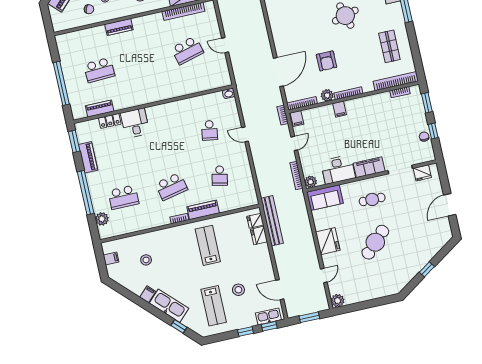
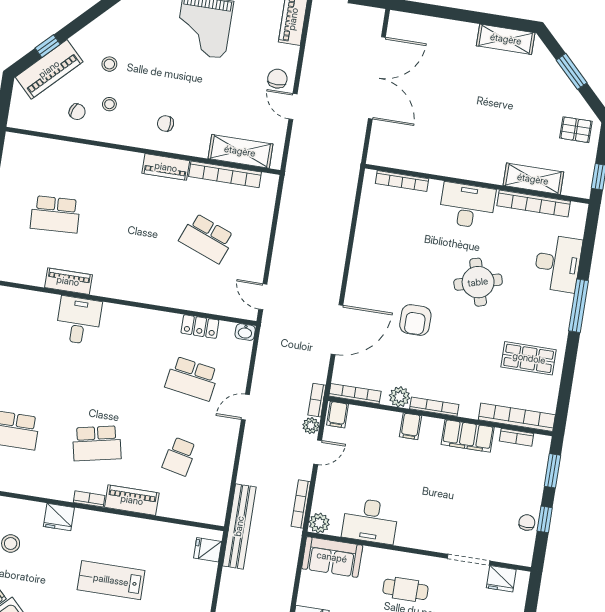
piano: (119, 27) -> (166, 167), moved
door: (225, 45) -> (263, 297), moved
shop shelf: (389, 46) -> (529, 358), turned 90
school desk: (187, 50) -> (207, 238), turned 36
armchair: (326, 61) -> (415, 320), moved
piano: (100, 109) -> (68, 281), moved
locker: (110, 121) -> (200, 327), moved
school desk: (210, 130) -> (192, 379), width x1.85
plant: (285, 130) -> (311, 426), added
door: (245, 134) -> (245, 407), hinge flipped
filing cabinet: (369, 167) -> (468, 436), moved, turned 180
bench: (272, 221) -> (239, 526), moved
fridge: (259, 235) -> (59, 517), moved, turned -90
lab bench: (208, 245) -> (111, 580), moved, turned -90

